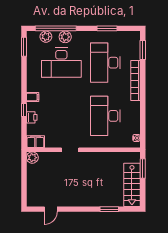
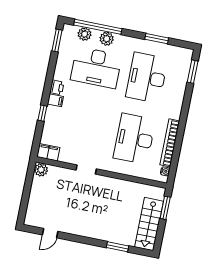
bookcase: (136, 81) -> (170, 143), moved
printer: (32, 117) -> (57, 87), moved

